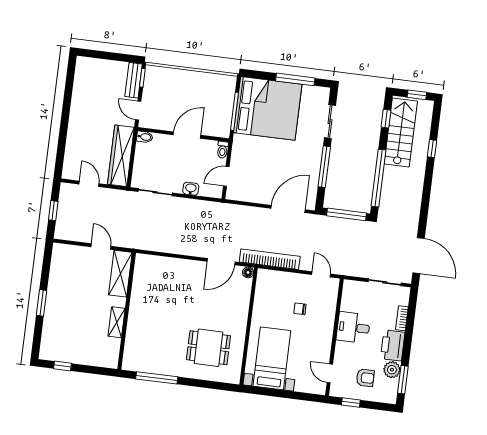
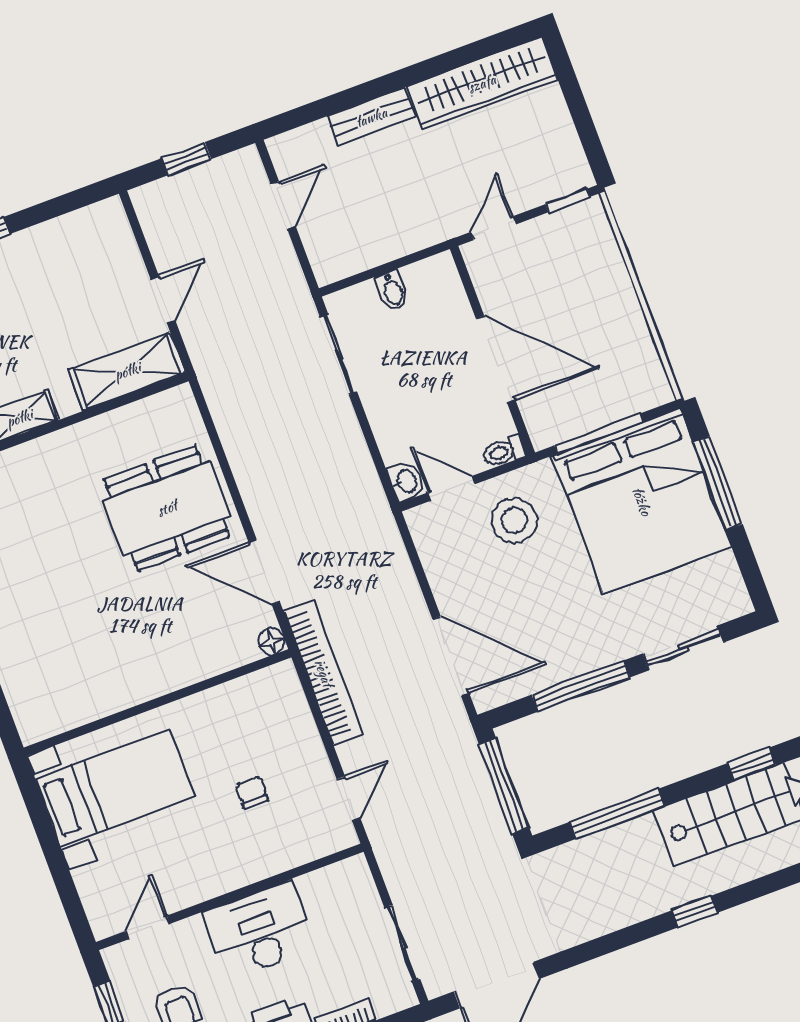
window: (295, 79) -> (718, 483), moved
bench: (134, 80) -> (371, 117), moved
door: (187, 135) -> (496, 359), width x1.36
bidet: (145, 137) -> (393, 290), moved
window: (432, 149) -> (695, 911), moved
wardrobe: (121, 156) -> (482, 83), moved, turned 180
stool: (250, 159) -> (514, 520), added
window: (378, 178) -> (617, 814), width x0.68
washbasin: (191, 189) -> (406, 481), moved
desk: (353, 327) -> (259, 931), width x1.37
dining table: (208, 348) -> (167, 508), moved, width x1.38

